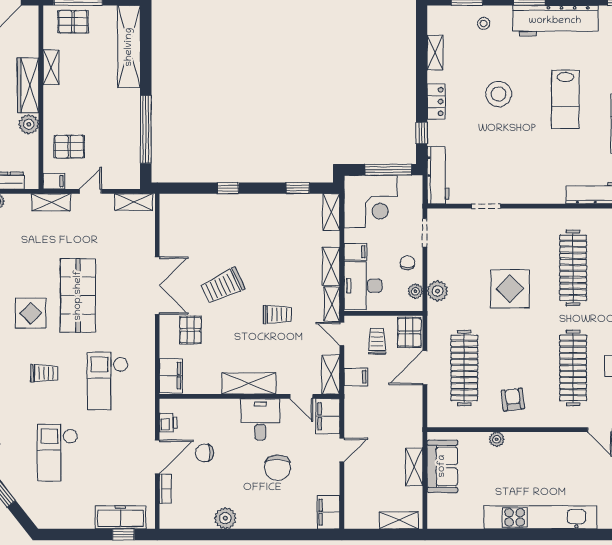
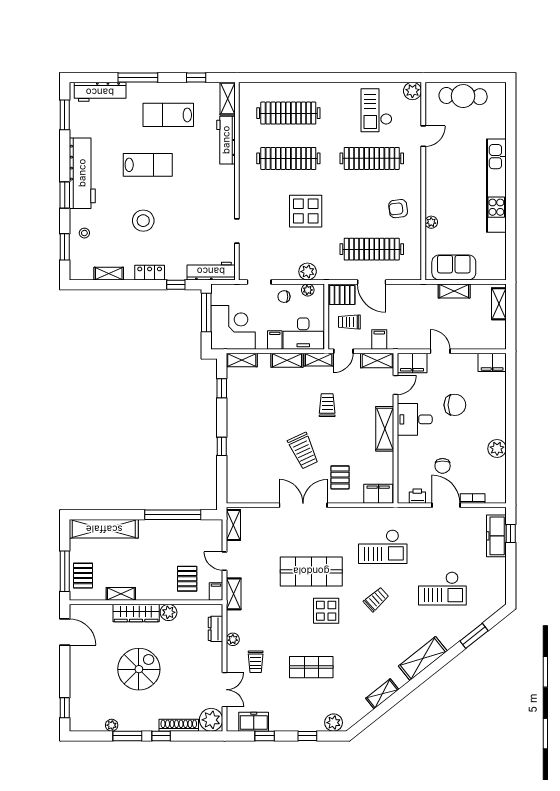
pallet: (191, 330) -> (340, 477), turned 90
trolley: (44, 373) -> (376, 599), turned 48

